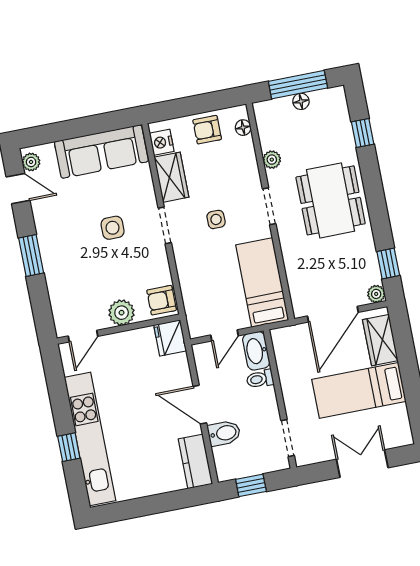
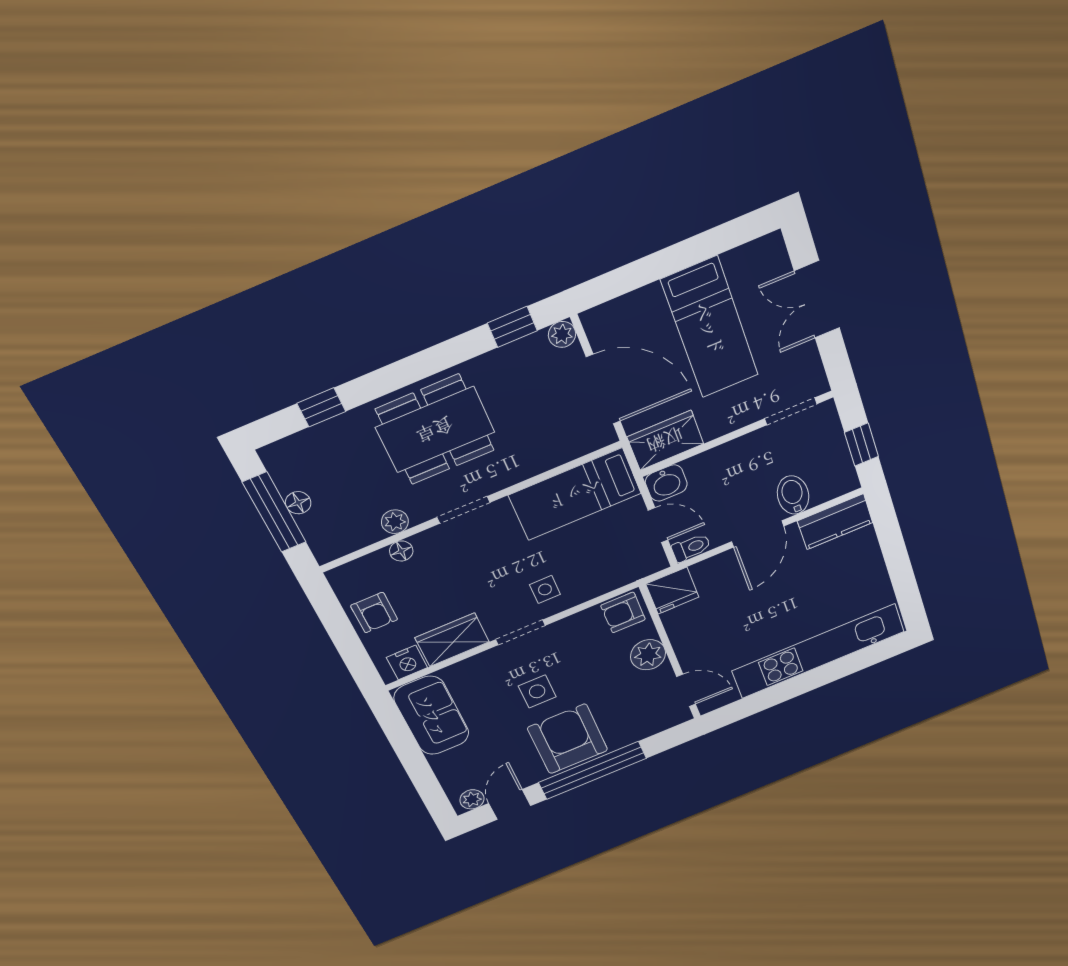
floor lamp: (243, 128) -> (401, 551), moved
sofa: (101, 151) -> (432, 716), width x0.73
side table: (216, 219) -> (545, 589), moved
armchair: (65, 242) -> (568, 739), added
window: (31, 255) -> (592, 770), width x2.11
armchair: (162, 300) -> (623, 613), turned 90
wardrobe: (380, 340) -> (665, 440), moved, turned 180
washbasin: (256, 351) -> (666, 483), width x0.72
toilet: (260, 379) -> (691, 548), moved, turned -90
window: (69, 447) -> (831, 672), removed

